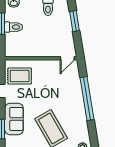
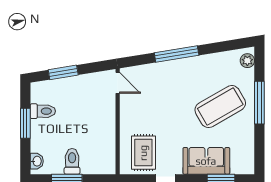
window: (87, 99) -> (177, 54), width x0.68

